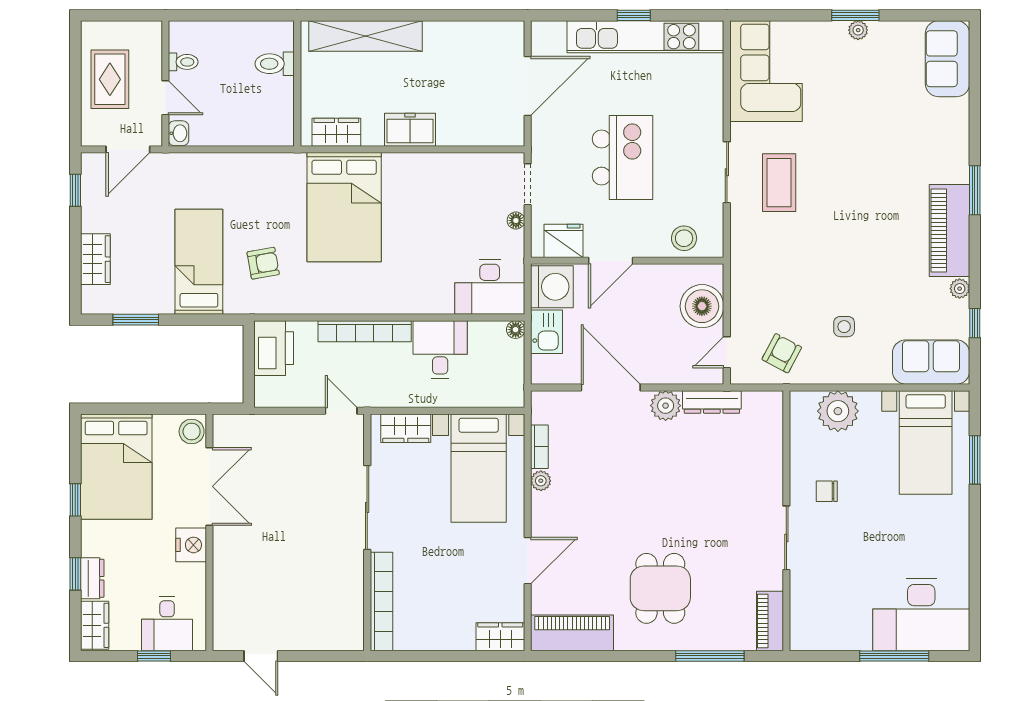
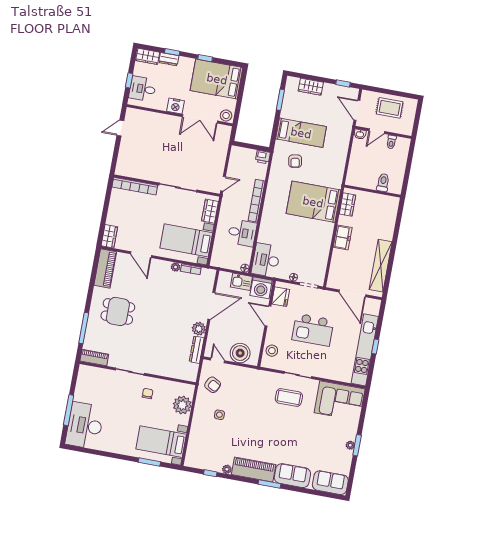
shelving: (366, 36) -> (381, 266), moved
printer: (274, 348) -> (263, 157), width x0.53, depth x0.68
sofa: (931, 362) -> (292, 476), moved, turned -90

